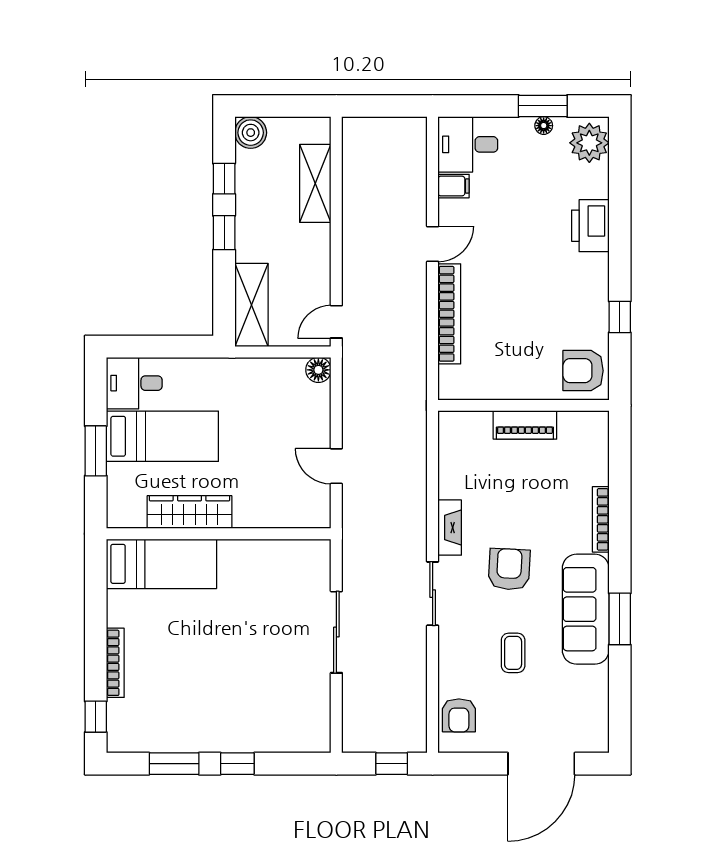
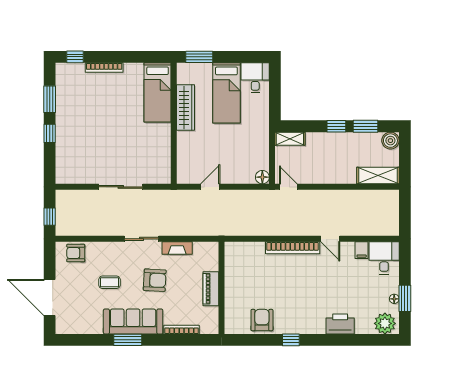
window: (224, 179) -> (366, 126), width x1.50
shelving: (315, 183) -> (378, 176), moved
shelving: (251, 305) -> (290, 139), width x0.67, depth x0.75
wall: (523, 405) -> (221, 288), moved
piano: (525, 425) -> (211, 289), moved
window: (96, 451) -> (199, 57), moved

